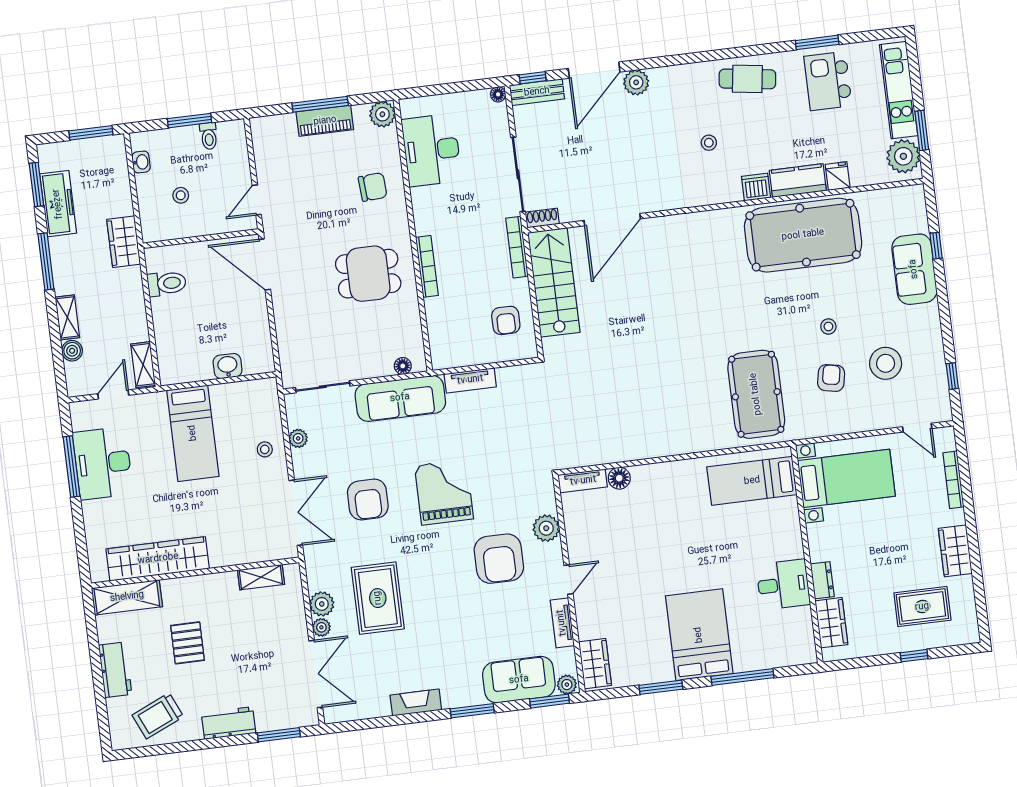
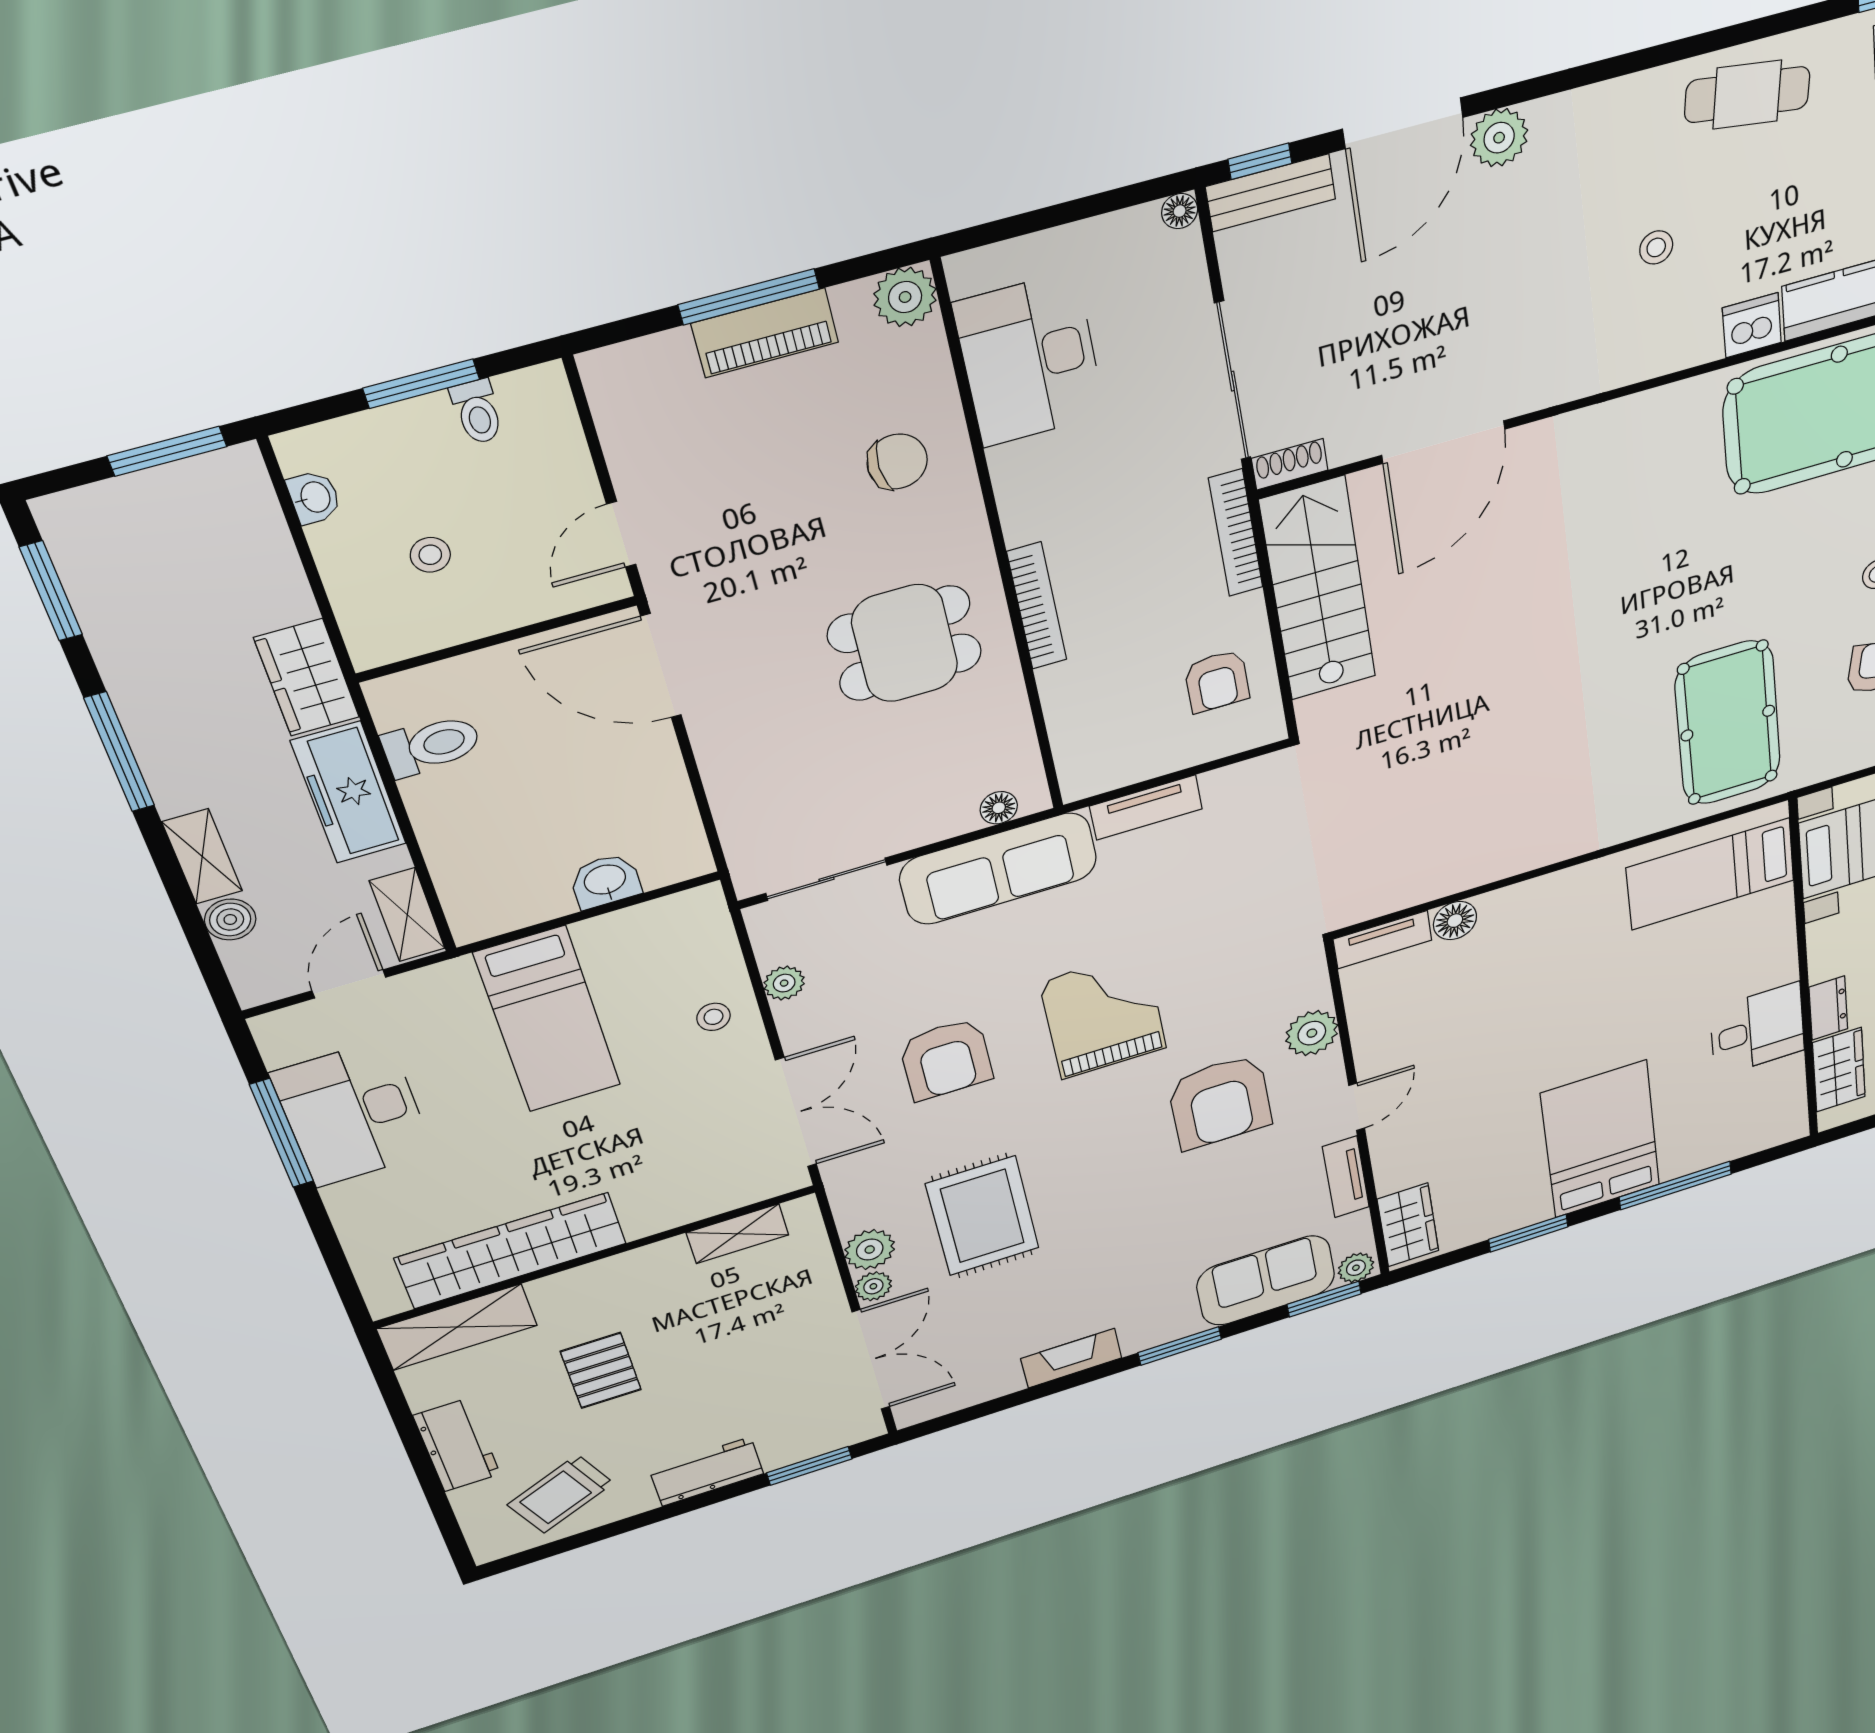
freezer: (58, 204) -> (349, 793), moved, turned 180

